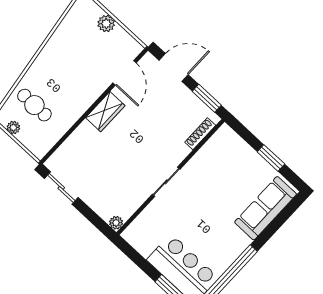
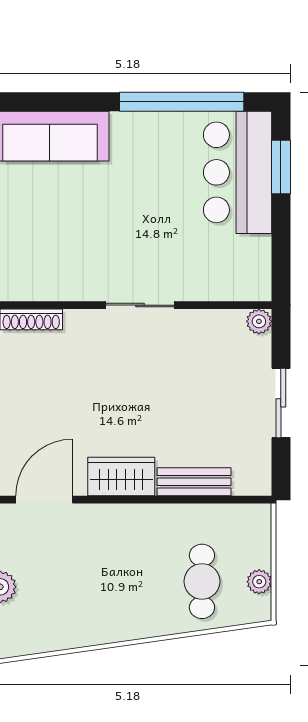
bench: (77, 138) -> (194, 482), added
sliding door: (61, 188) -> (281, 403), moved

